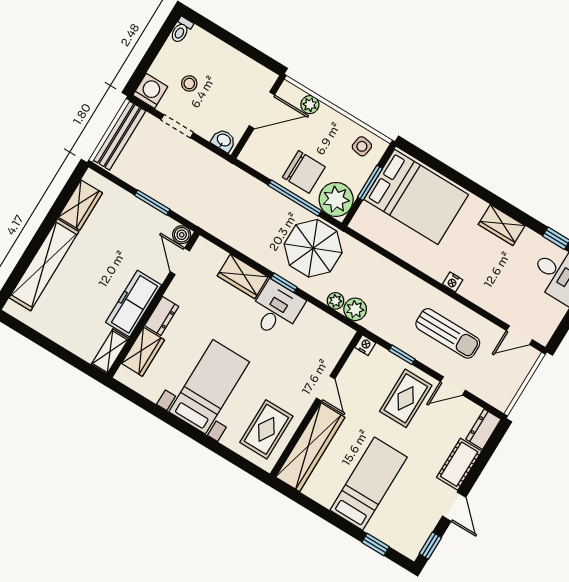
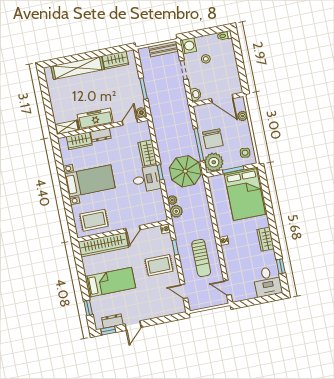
bench: (119, 135) -> (163, 49), width x0.73
door: (453, 386) -> (184, 291), moved
dresser: (483, 429) -> (112, 321), moved
cot: (459, 464) -> (152, 312), removed

